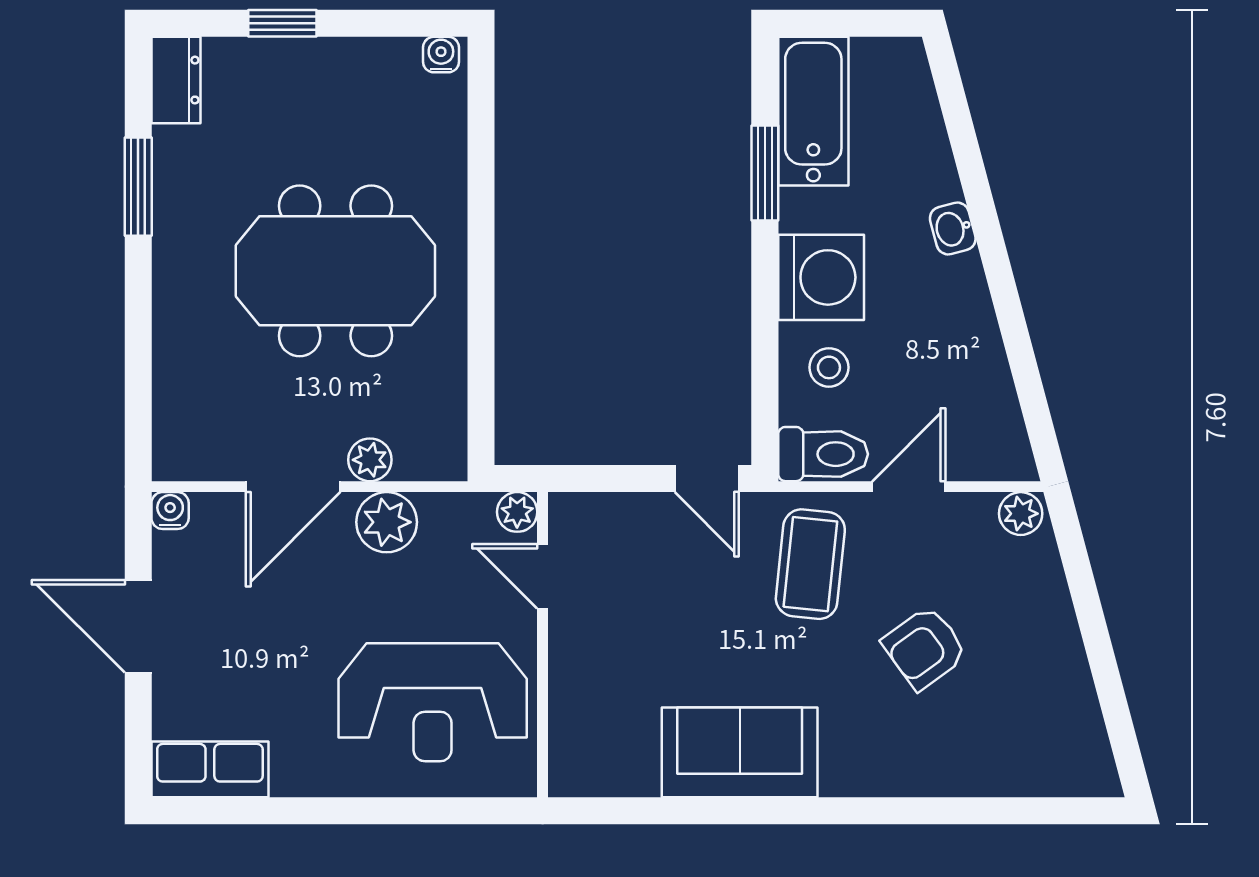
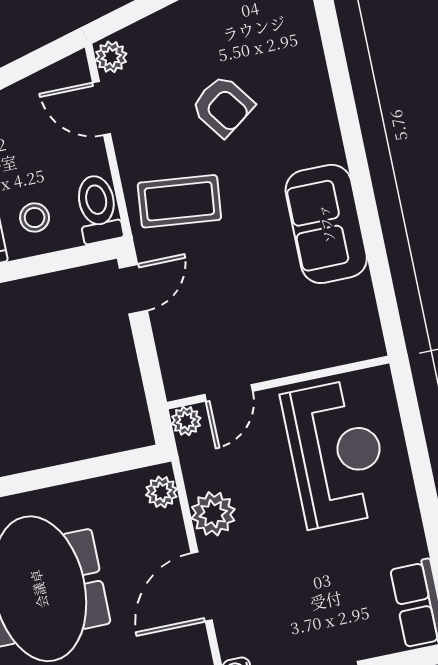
plant: (370, 460) -> (162, 492), moved
door: (293, 487) -> (202, 587), swing flipped
door: (909, 487) -> (102, 108), moved

